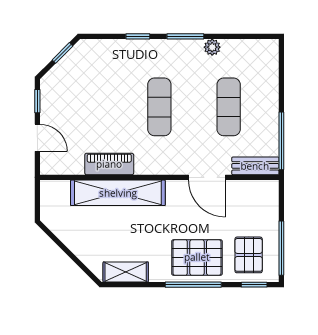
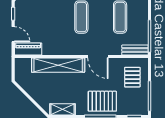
piano: (109, 164) -> (28, 49), moved
door: (207, 177) -> (98, 56), moved
pallet: (249, 255) -> (132, 77), moved

